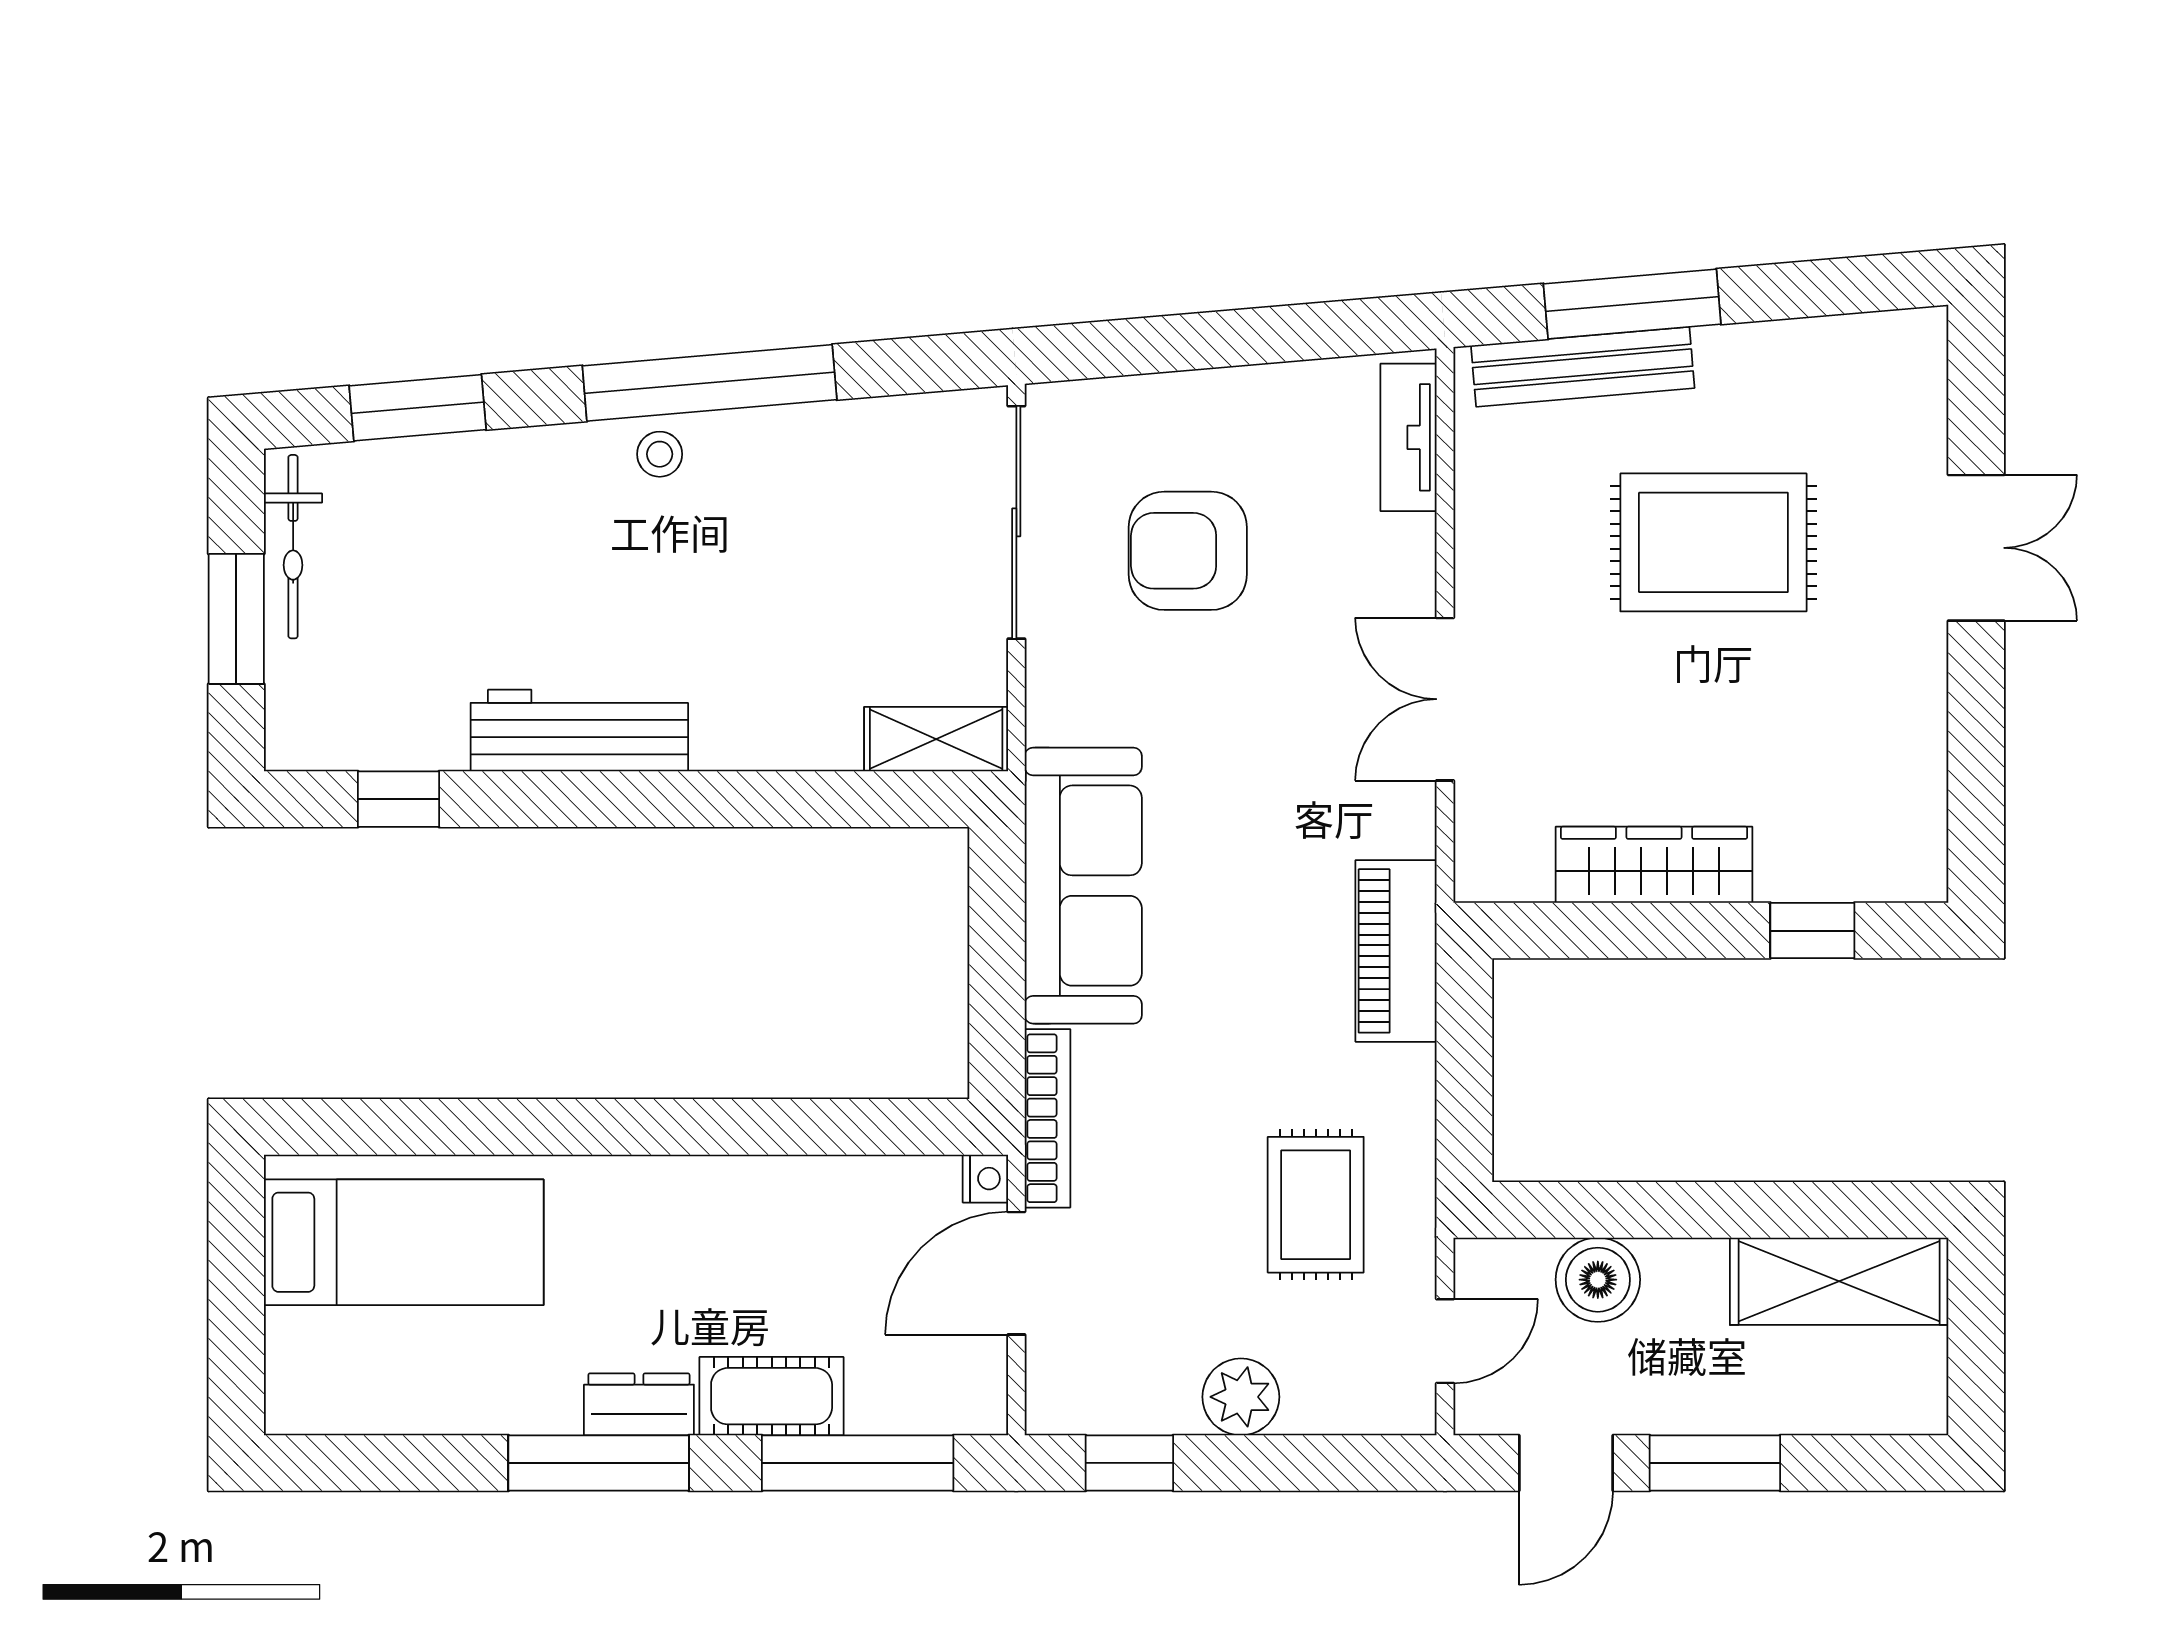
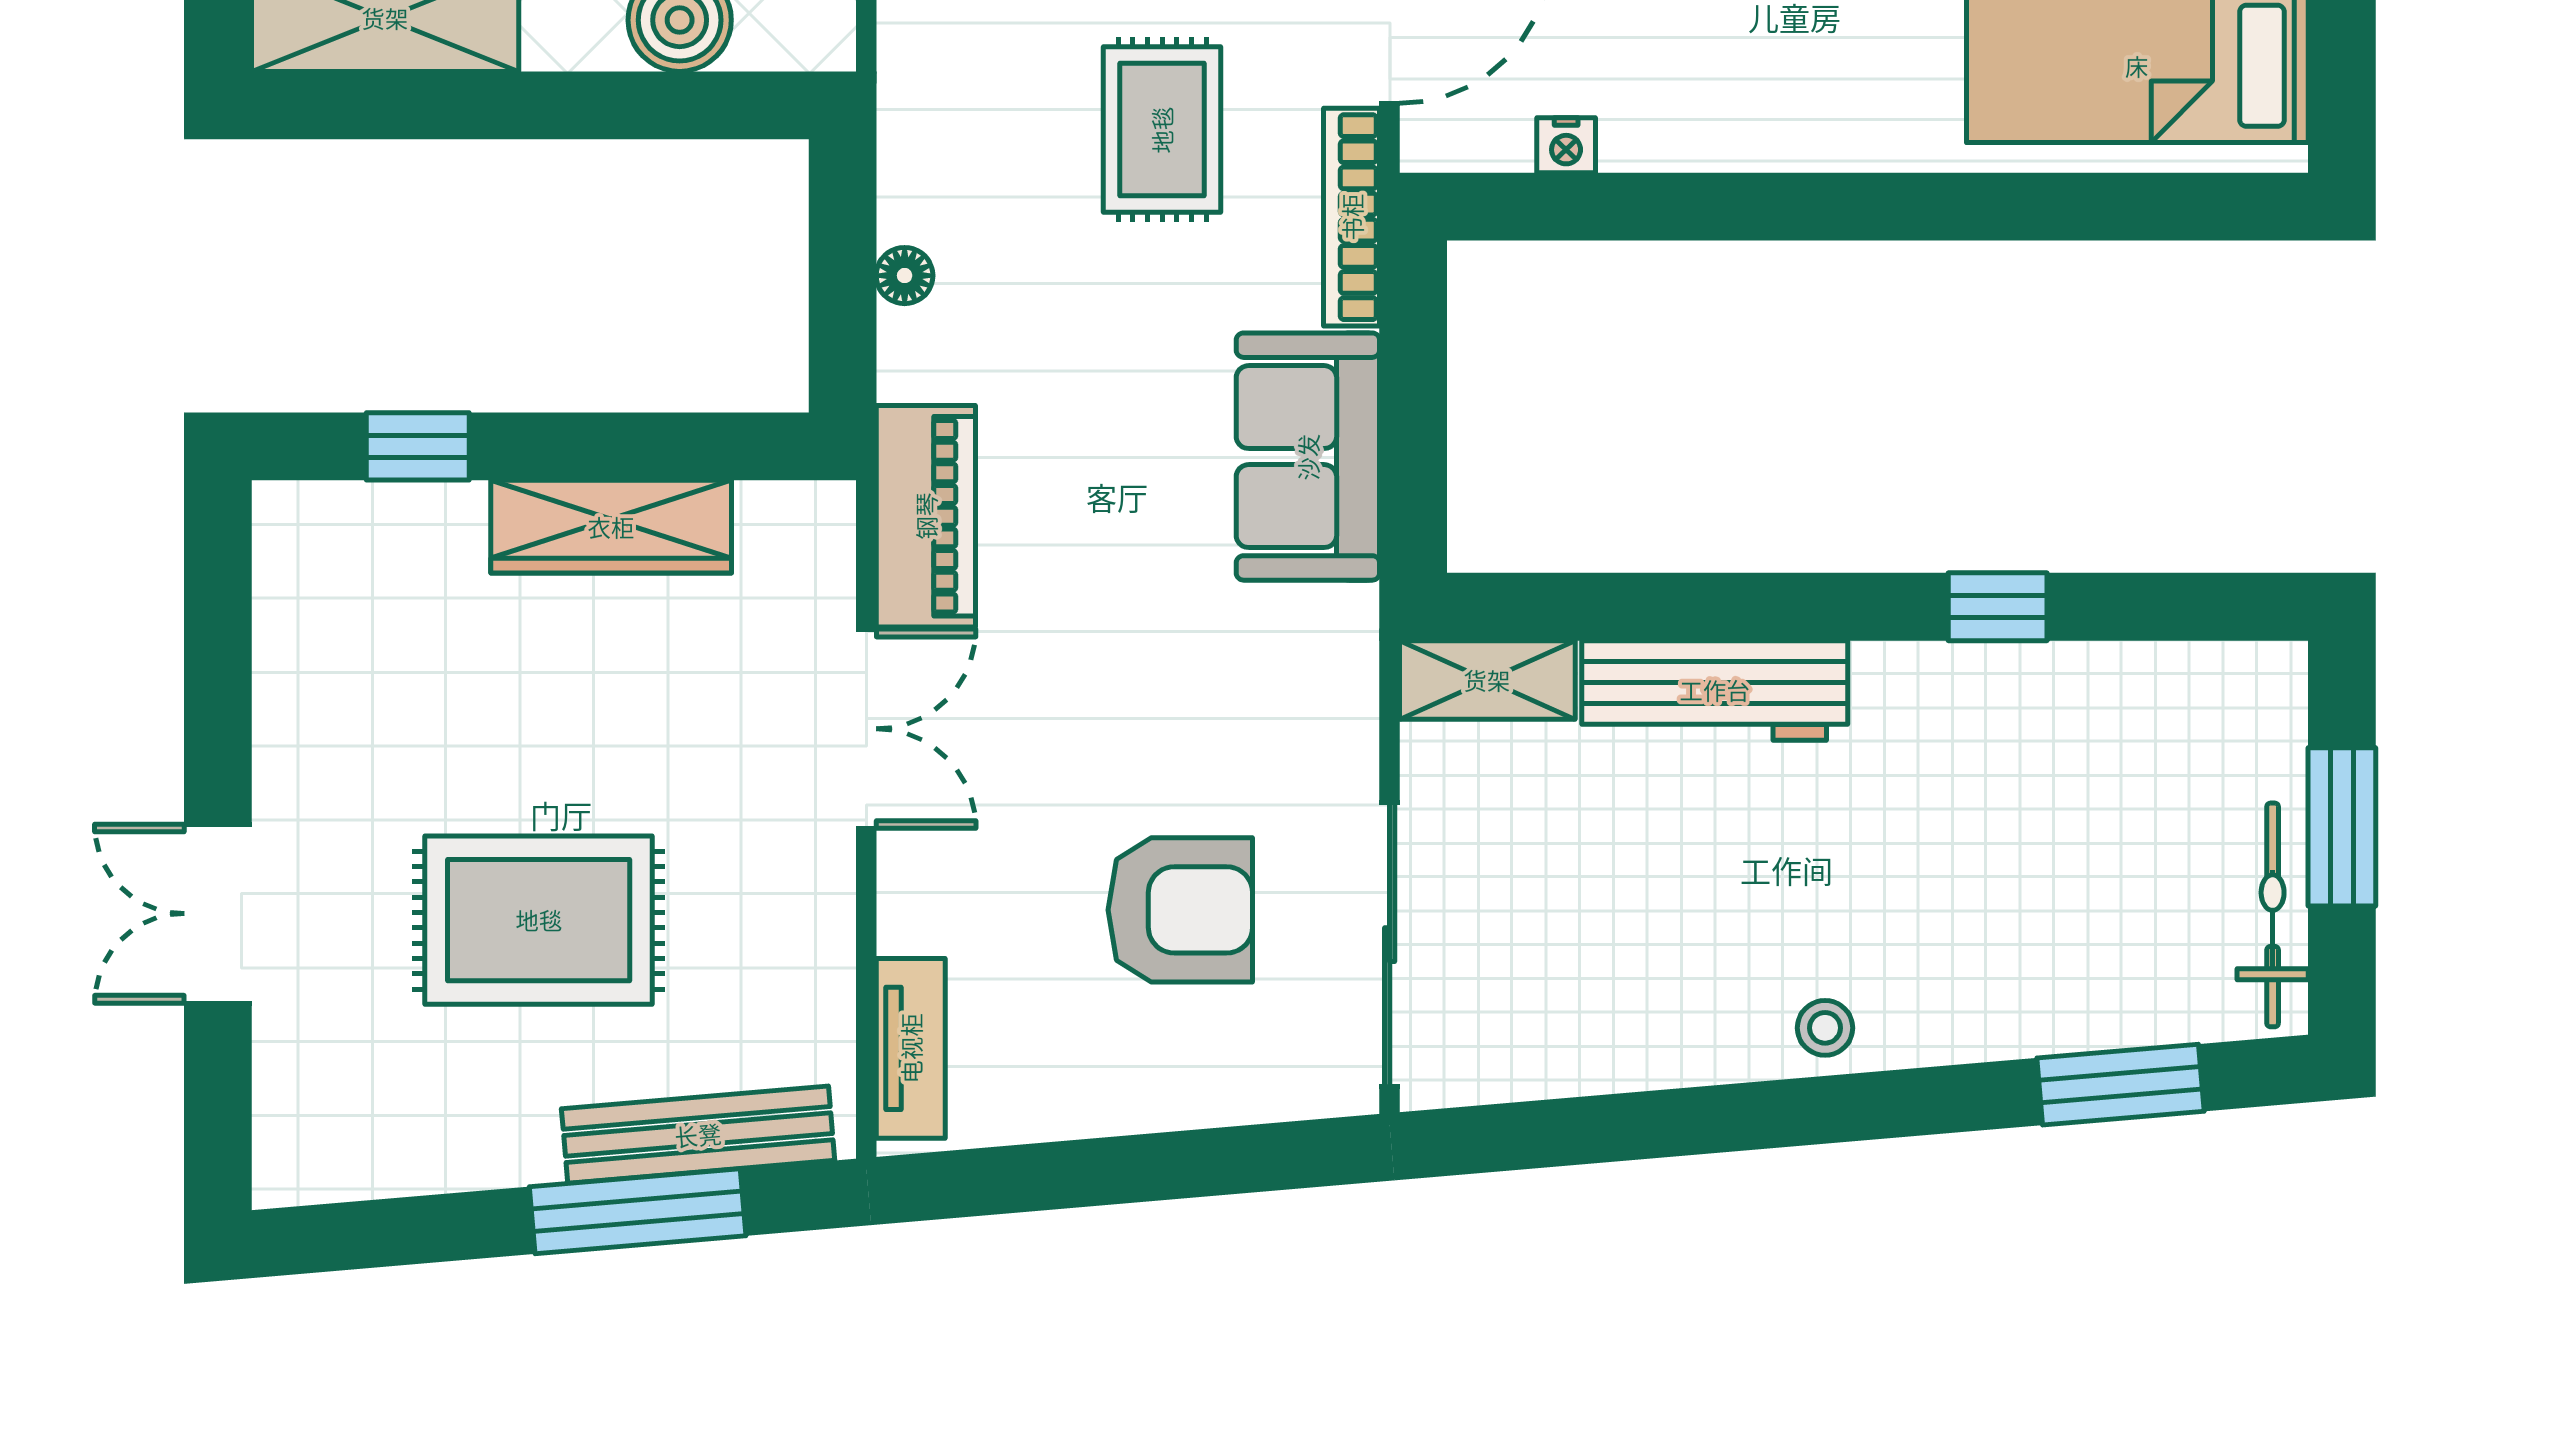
window: (710, 383) -> (1764, 1115), removed
workbench: (579, 731) -> (1715, 690), moved
window: (398, 799) -> (1998, 607), moved
sofa: (1083, 886) -> (1308, 457), width x0.73
piano: (1396, 951) -> (926, 516), moved
floor lamp: (1414, 1070) -> (905, 276), added
nightstand: (985, 1179) -> (1566, 145), moved, turned -90
rug: (1316, 1205) -> (1162, 130), moved

